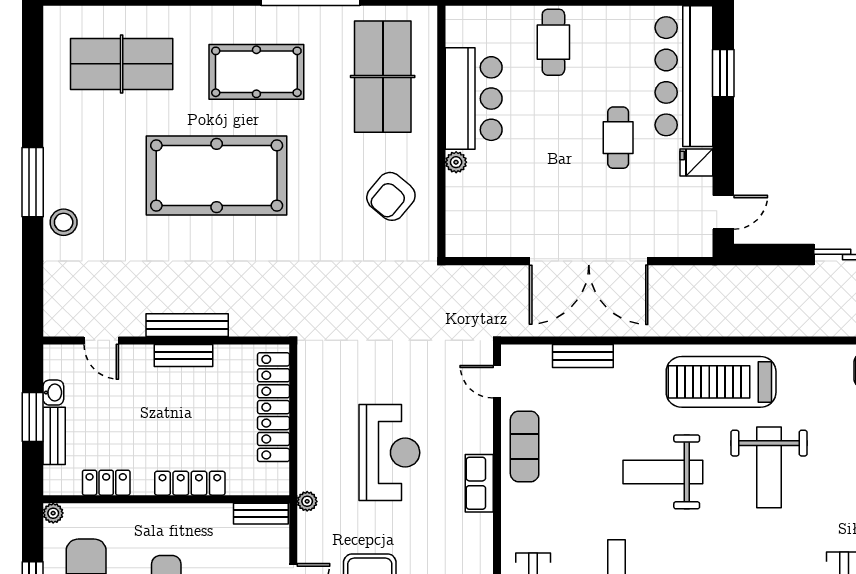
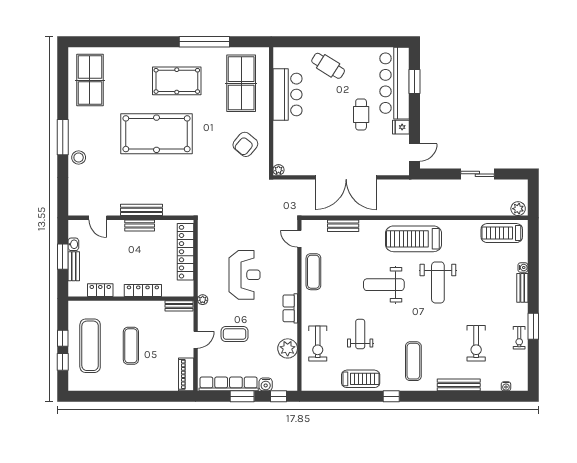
cafe table: (553, 42) -> (328, 66), turned -58
table tennis table: (122, 64) -> (90, 80), moved, turned 90
plant: (456, 162) -> (278, 170), moved
row of seats: (479, 483) -> (290, 308), moved
plant: (53, 513) -> (73, 306), removed

